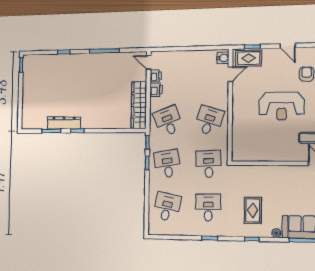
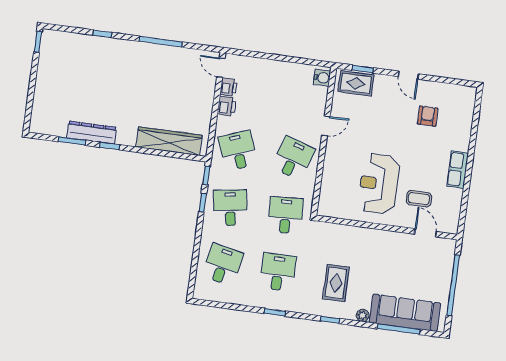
door: (230, 74) -> (326, 126), moved
wardrobe: (139, 105) -> (169, 141), moved, turned 90
reception desk: (282, 106) -> (379, 184), moved, turned 90

